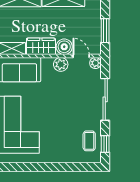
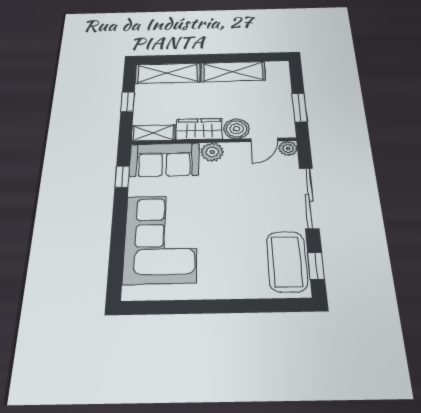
door: (81, 56) -> (264, 140), swing flipped
plant: (61, 64) -> (212, 152), moved
coffee table: (89, 141) -> (287, 261), width x1.86, depth x1.72

